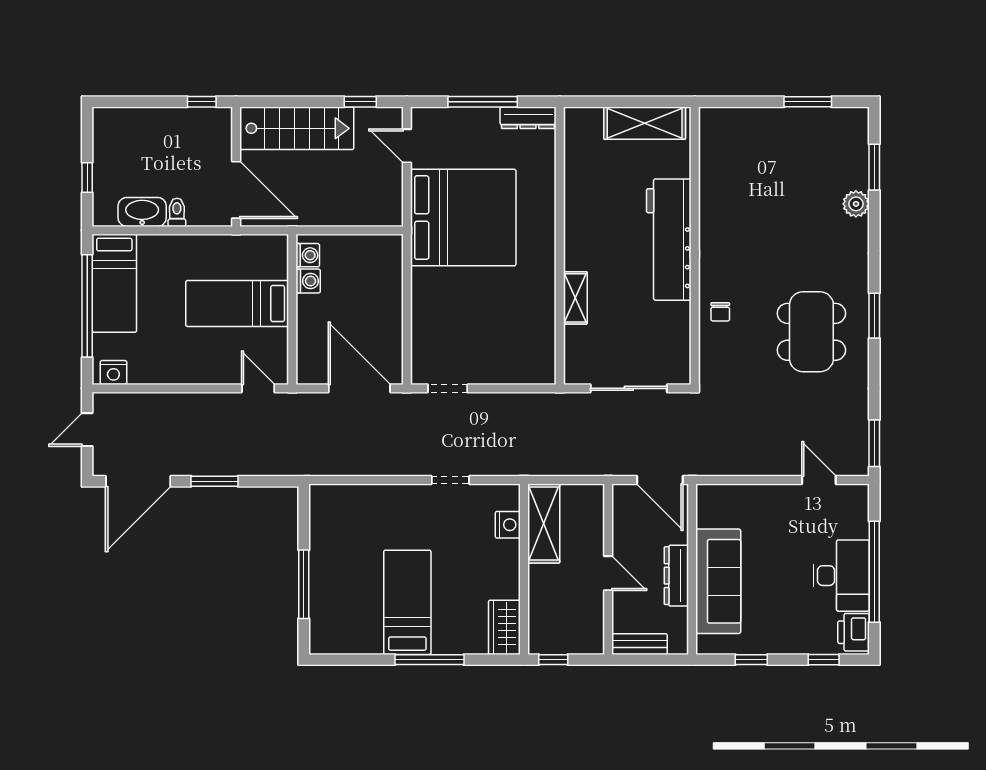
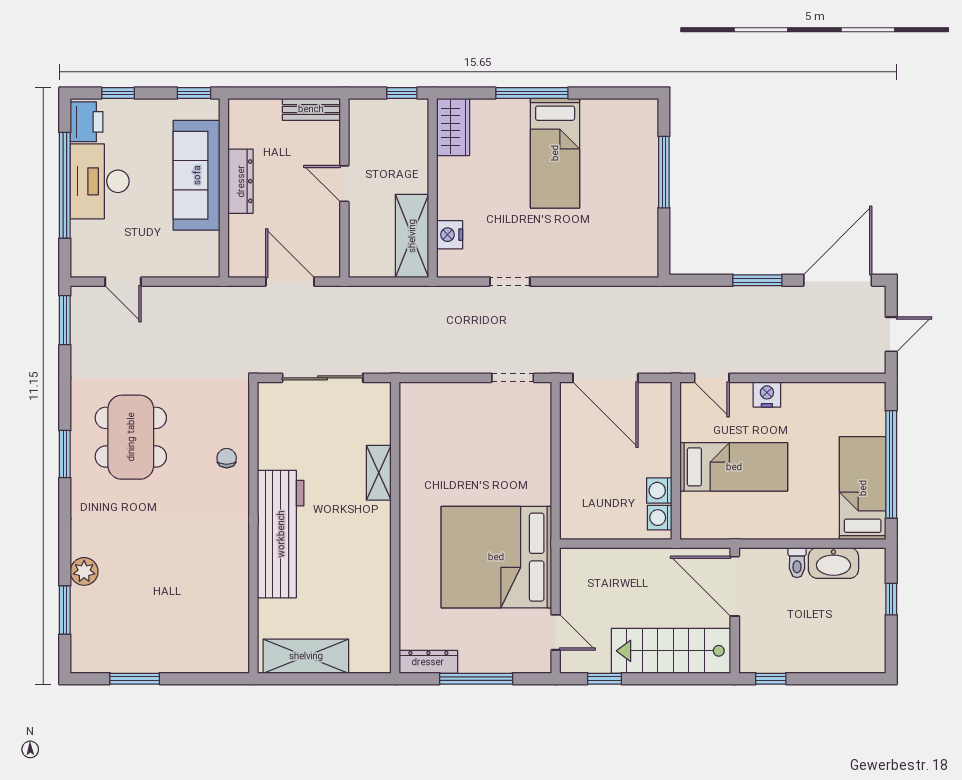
nightstand: (113, 372) -> (767, 394), moved
wall: (692, 569) -> (224, 188), moved
dresser: (676, 576) -> (241, 181), moved
sofa: (718, 581) -> (197, 175), moved

